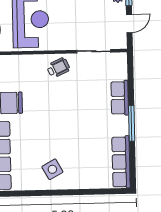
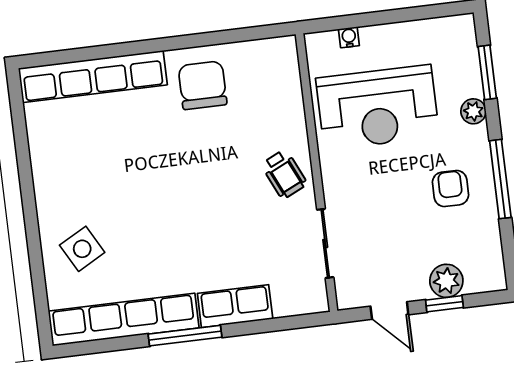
row of seats: (121, 162) -> (124, 319), width x1.36
side table: (52, 169) -> (82, 249), moved

